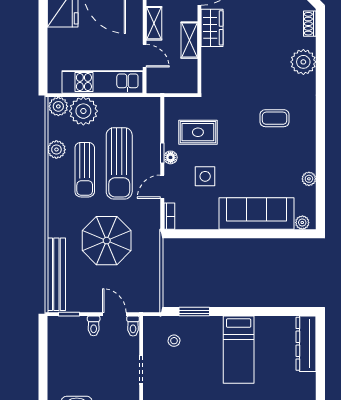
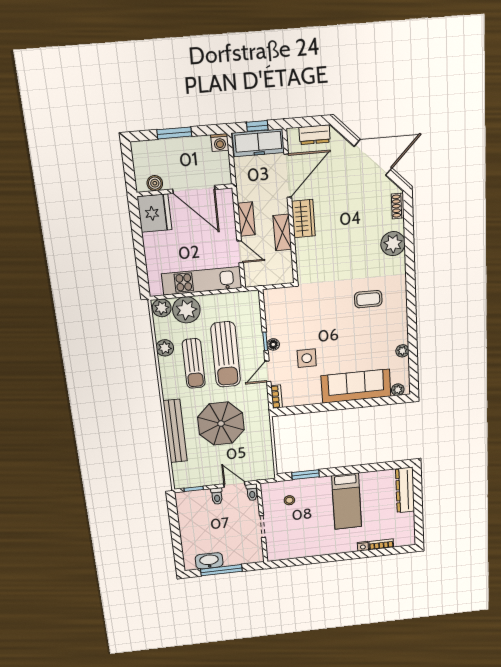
rug: (198, 132) -> (297, 319), removed
bench: (56, 274) -> (175, 431), moved

